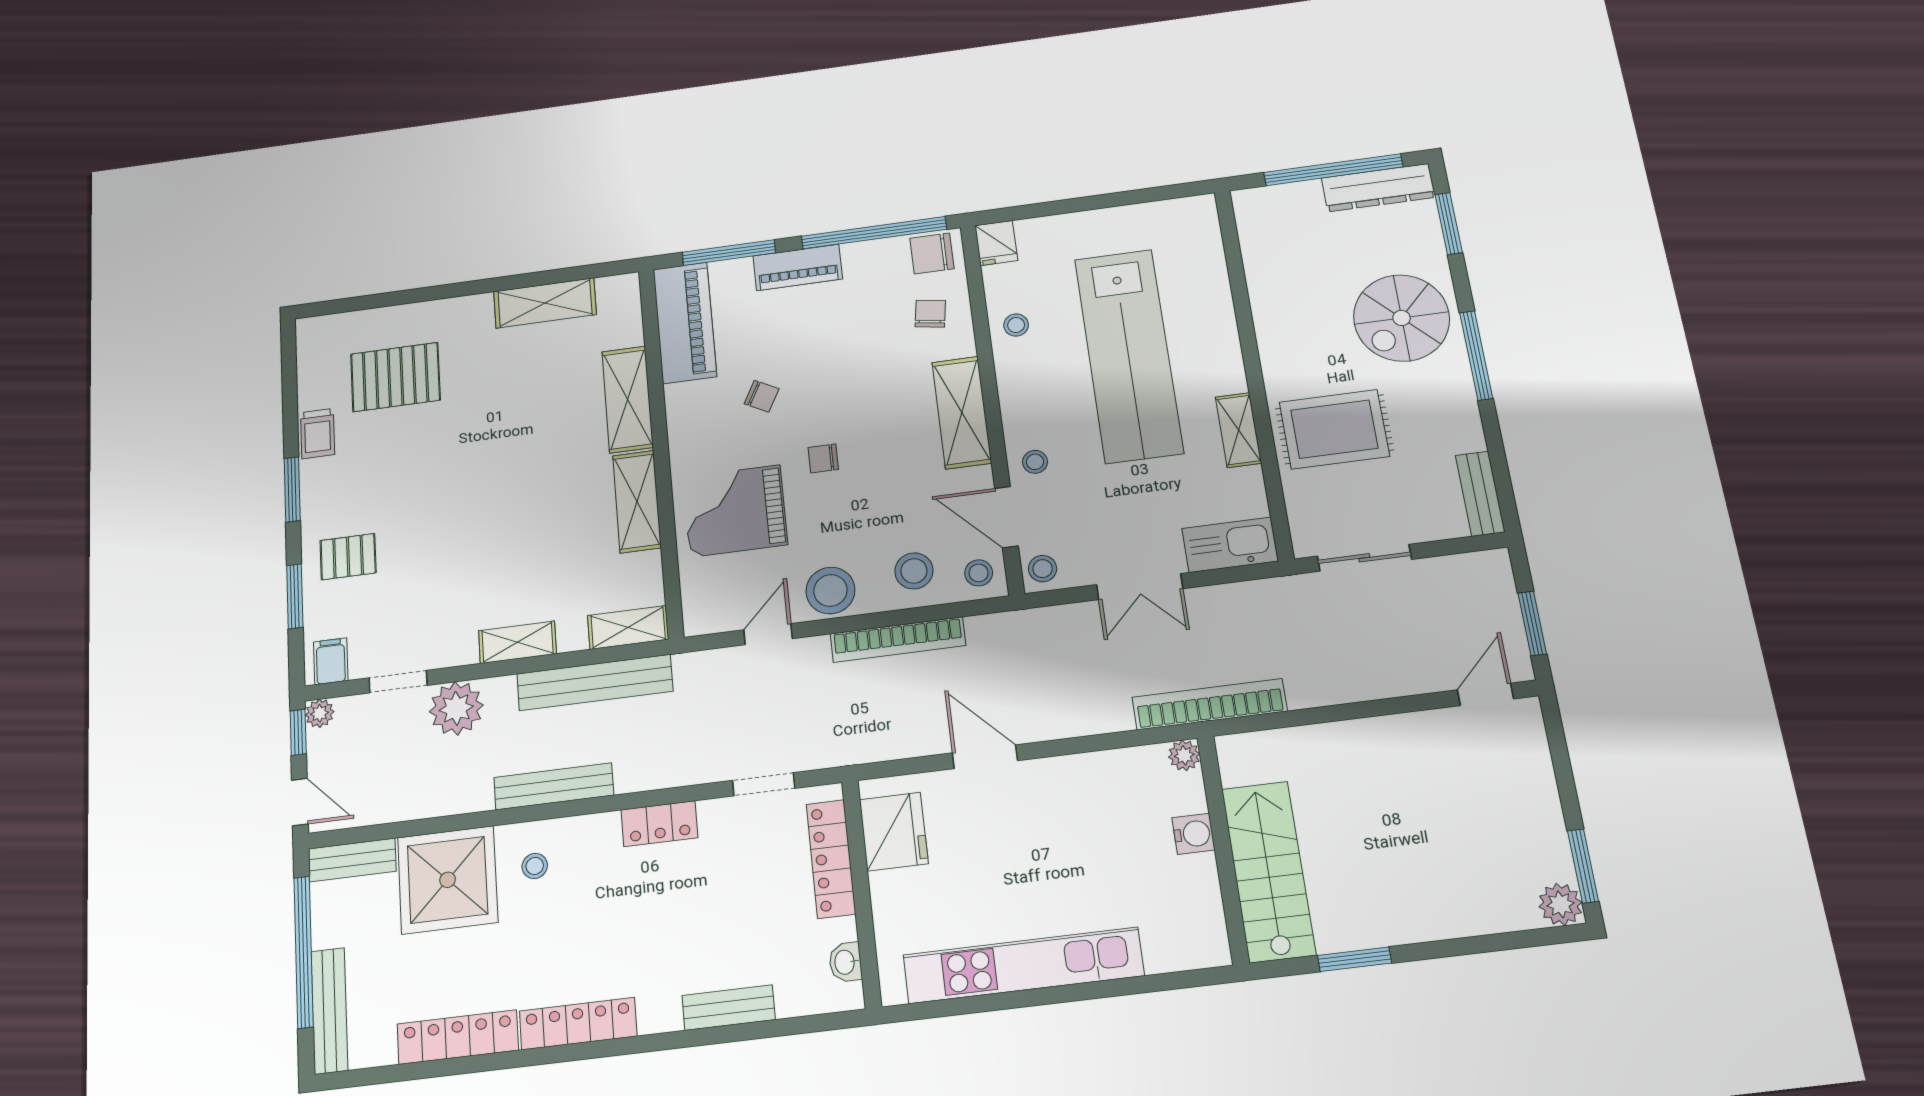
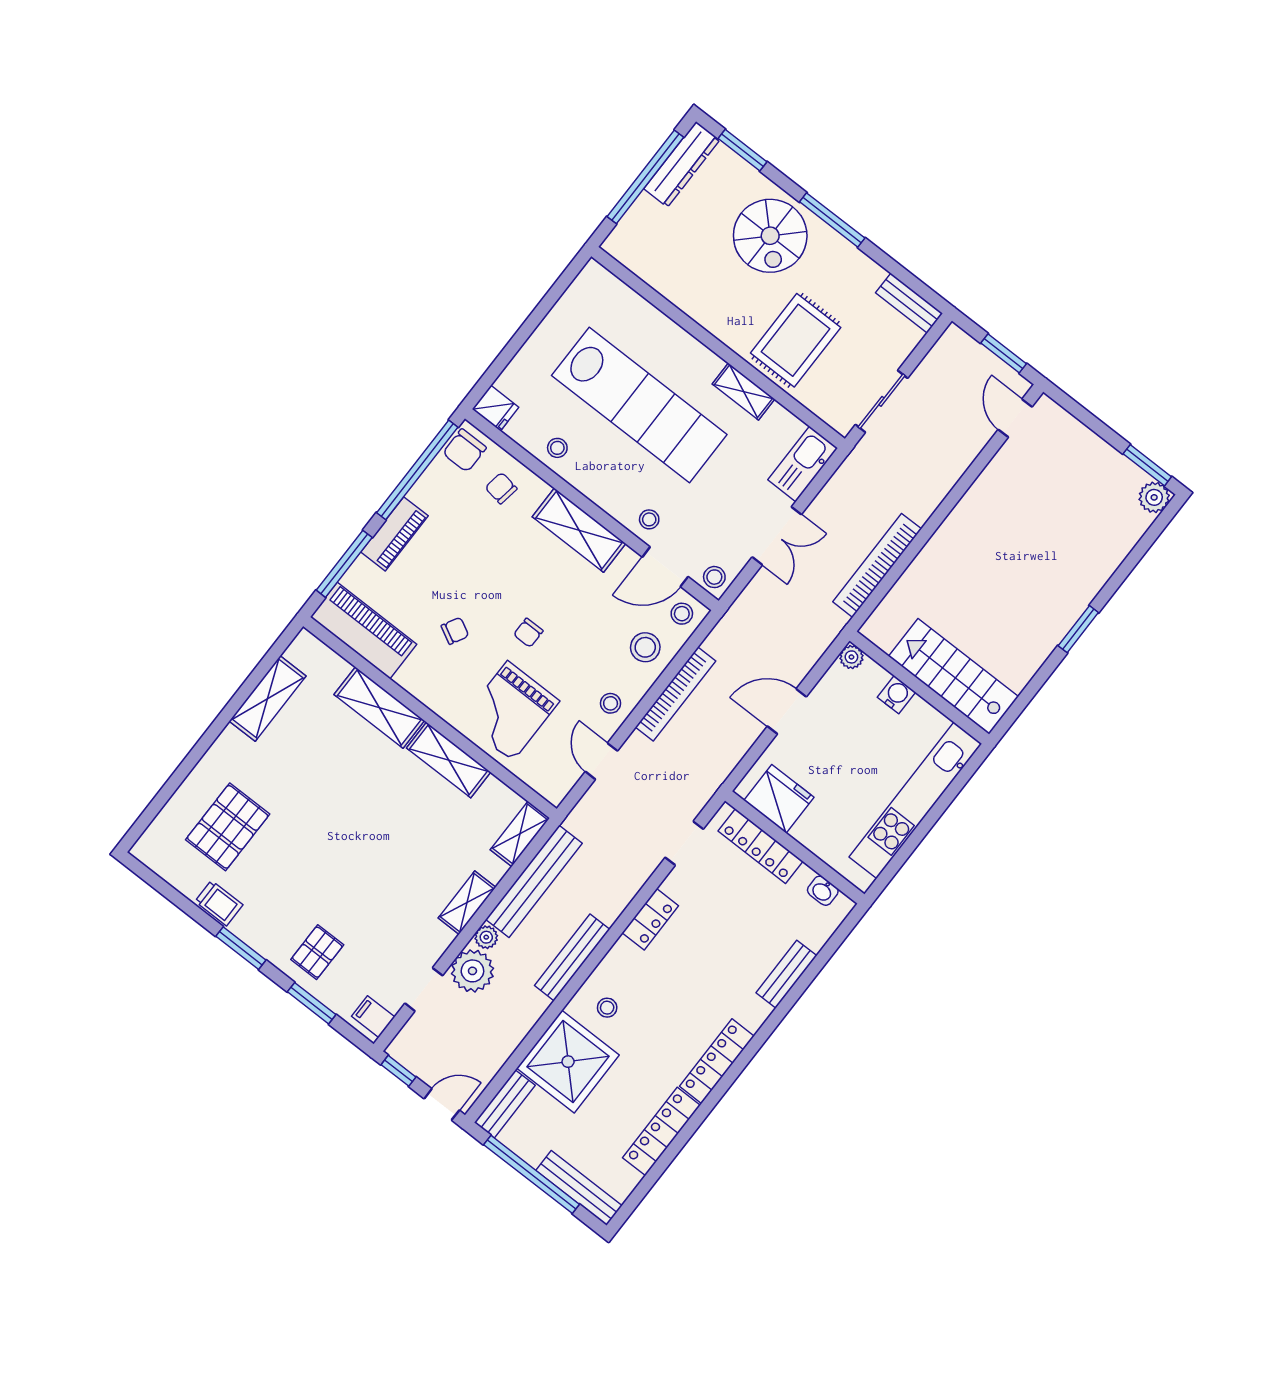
stool: (830, 590) -> (611, 703), width x0.53, depth x0.53
plant: (320, 713) -> (486, 937), moved
plant: (1184, 755) -> (851, 657), moved
water cooler: (1193, 834) -> (897, 695), moved
wall: (1223, 849) -> (919, 688), moved
stairs: (1268, 871) -> (953, 676), moved

